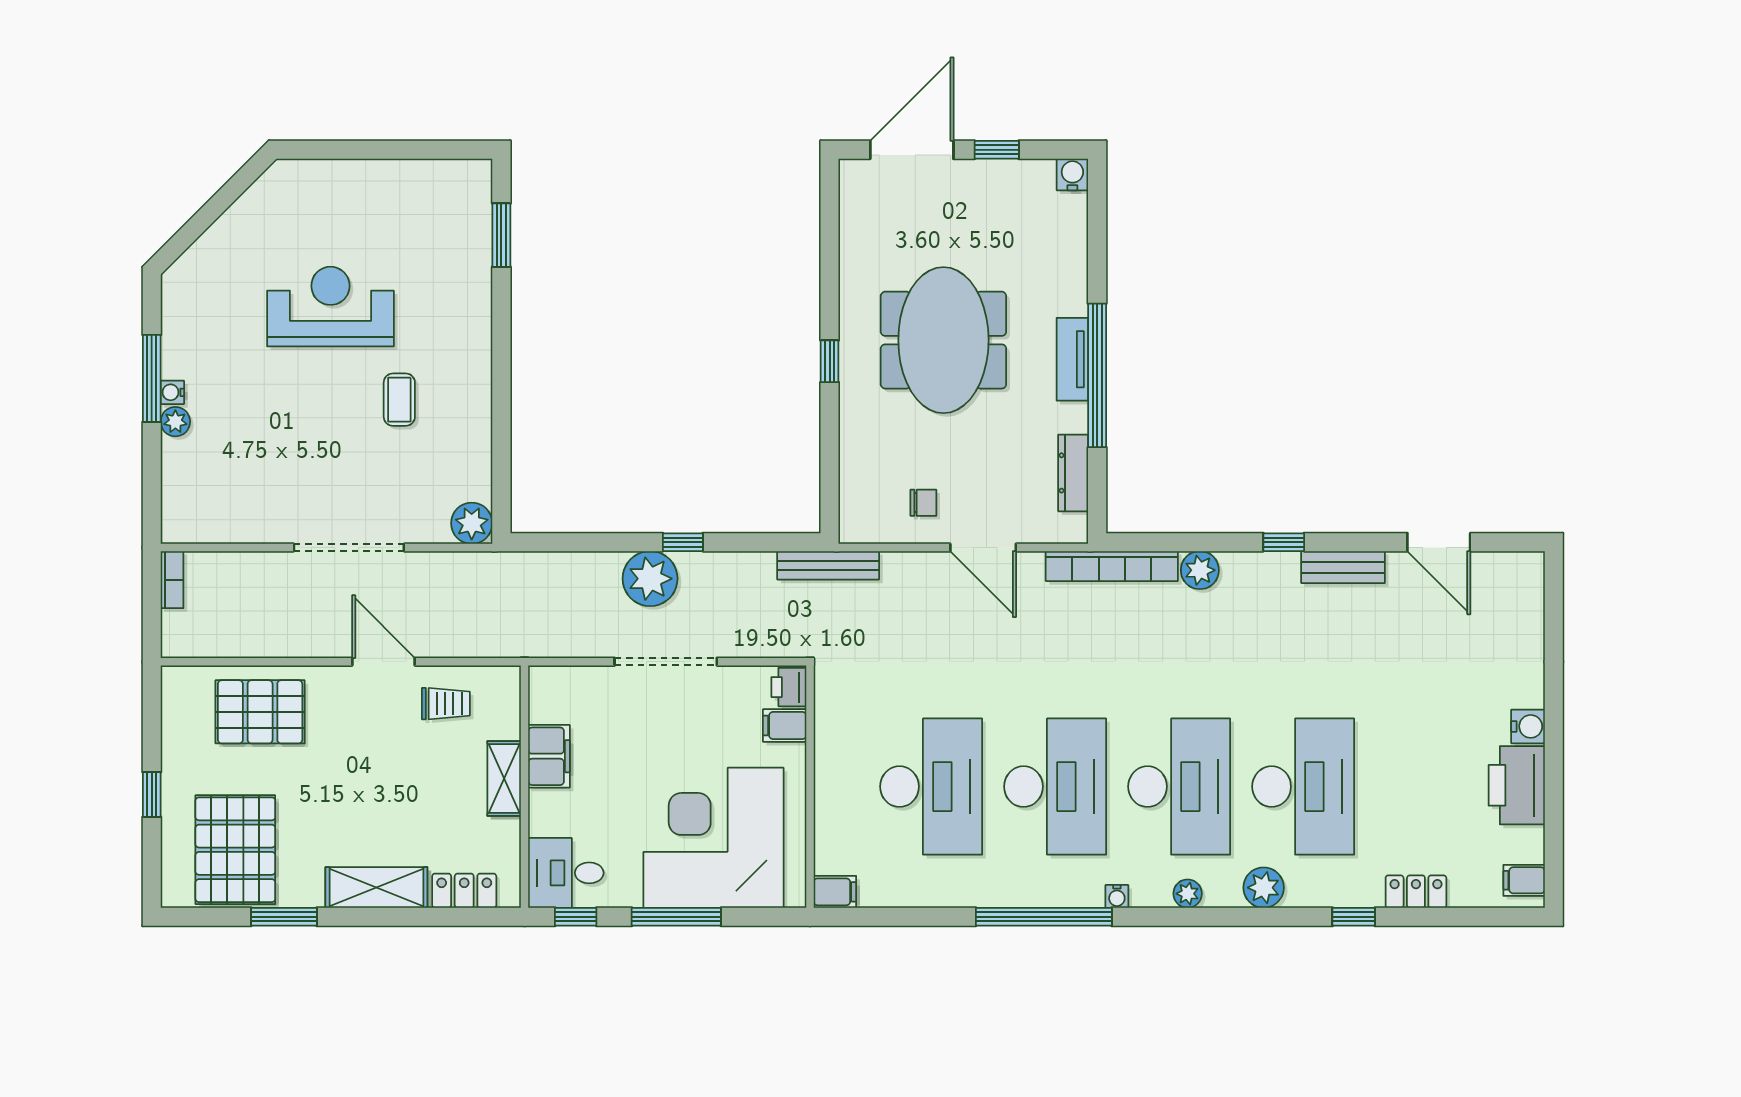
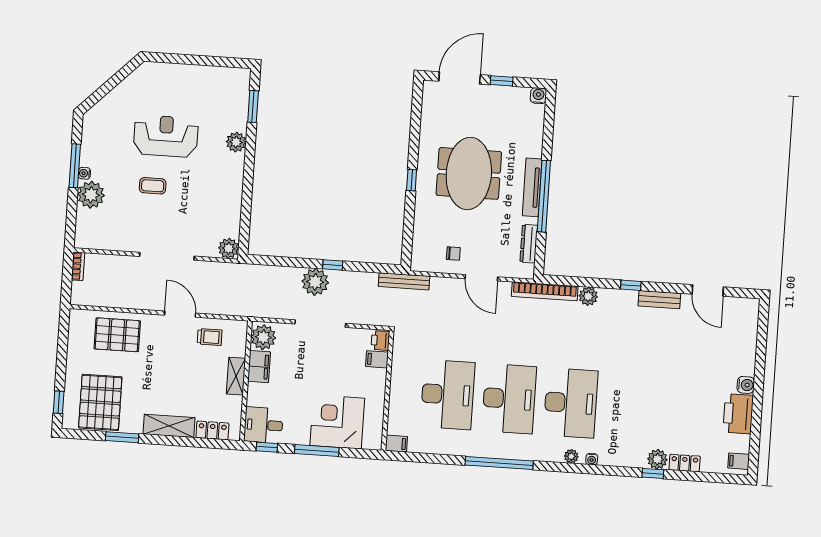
plant: (472, 309) -> (236, 142), added
tv unit: (1072, 359) -> (532, 187), width x1.41
coffee table: (399, 400) -> (153, 186), moved, turned 90
plant: (175, 422) -> (91, 195), width x1.87, depth x1.87
plant: (554, 697) -> (263, 337), added
desk: (1303, 787) -> (632, 407), removed
window: (152, 795) -> (59, 402), moved
corner desk: (714, 838) -> (337, 422), width x0.74, depth x0.74
plant: (1264, 888) -> (657, 459), moved
water cooler: (1117, 896) -> (592, 459), moved

